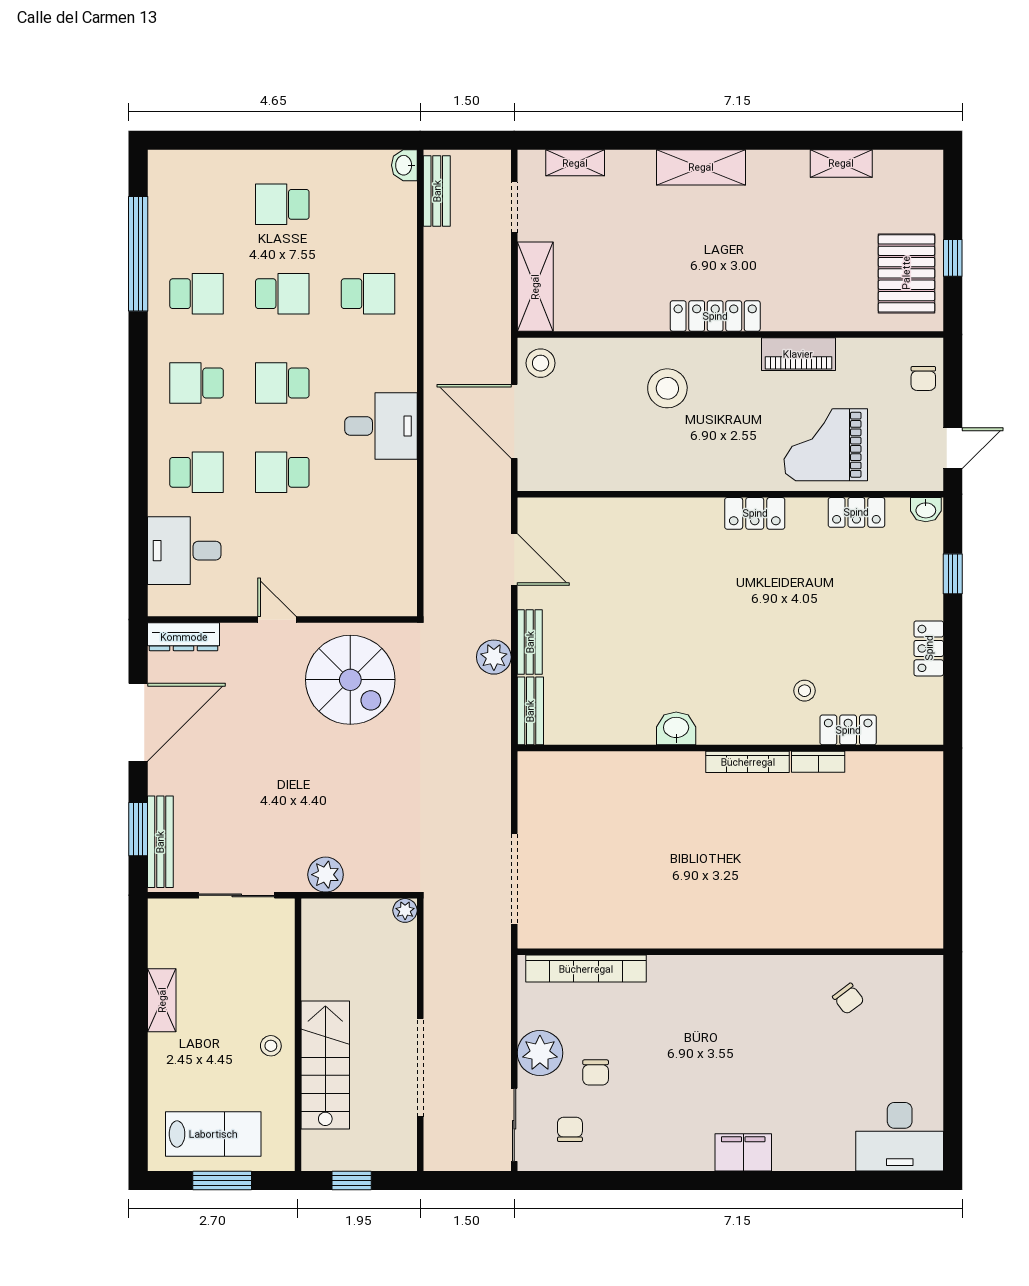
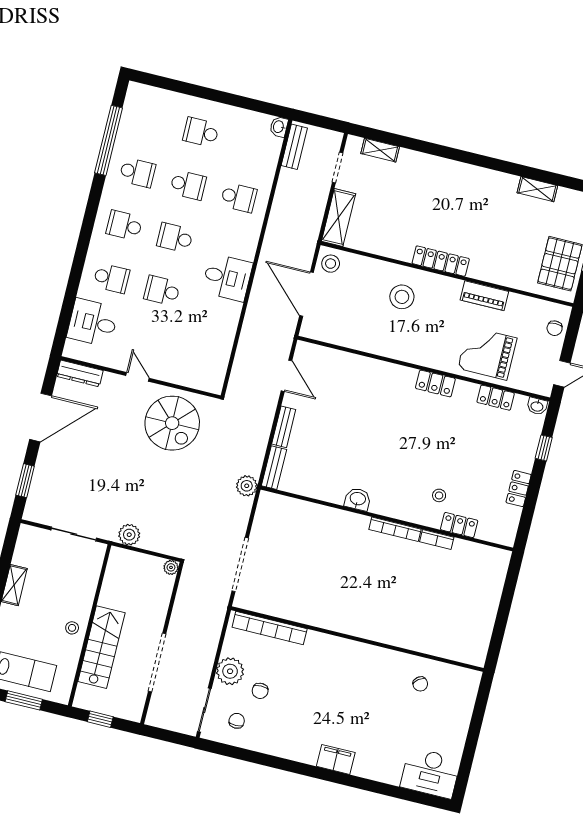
shelving: (701, 167) -> (454, 171), removed
plant: (494, 657) -> (247, 486), moved
bench: (160, 842) -> (36, 491), removed

